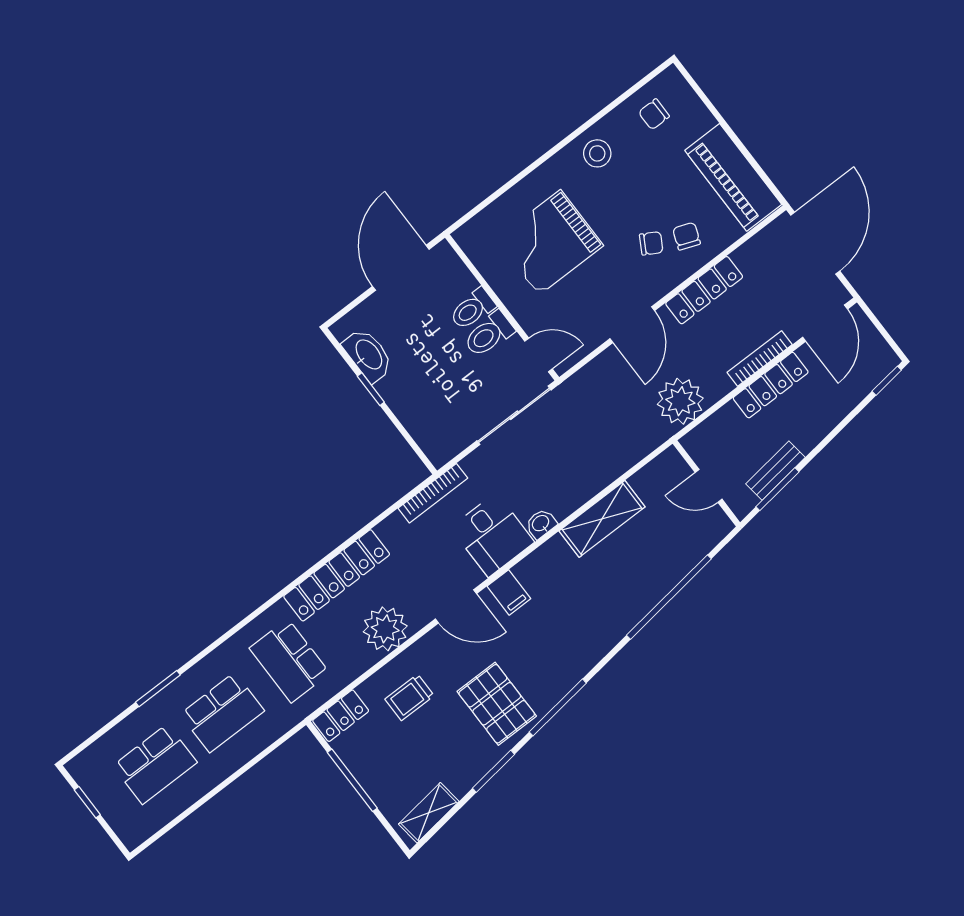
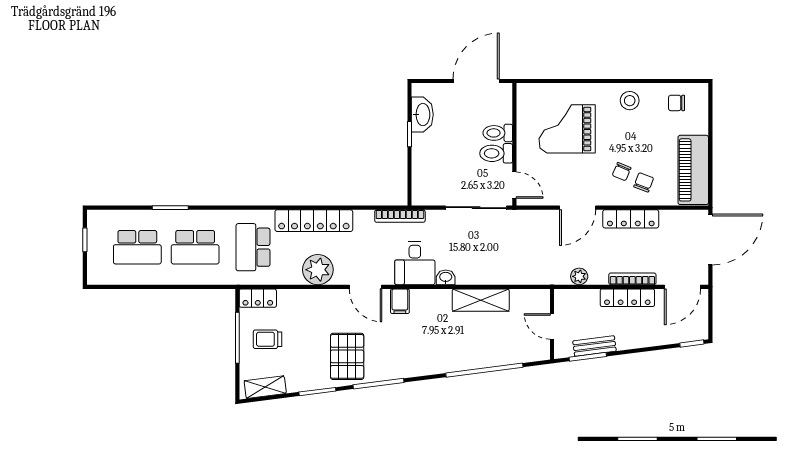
chair: (651, 243) -> (622, 172), turned 83
plant: (680, 401) -> (579, 276), width x0.53, depth x0.53
trolley: (410, 697) -> (267, 339), moved

